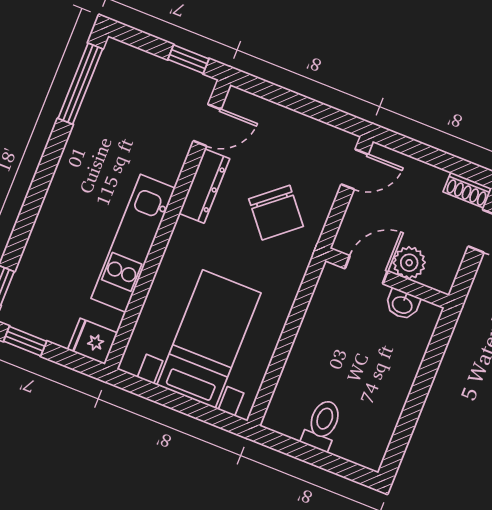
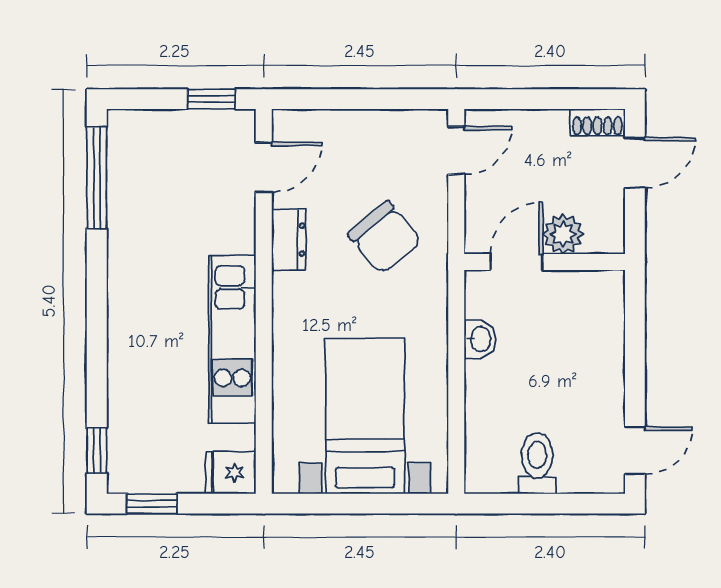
dresser: (204, 186) -> (289, 240), width x0.70
washbasin: (402, 304) -> (480, 339), moved, turned -90
door: (399, 444) -> (635, 450), added

